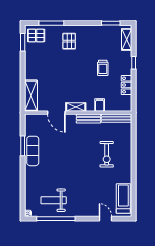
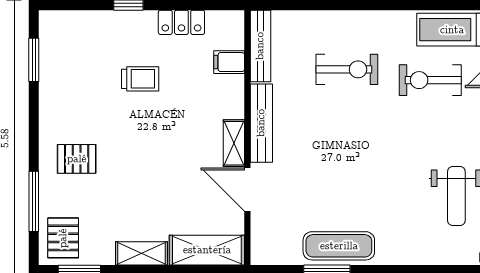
shelving: (127, 39) -> (142, 253), moved
filing cabinet: (100, 105) -> (229, 62), moved
door: (56, 113) -> (247, 189), swing flipped
bench: (89, 118) -> (261, 123), width x1.36
exercise bike: (102, 189) -> (430, 80), added

